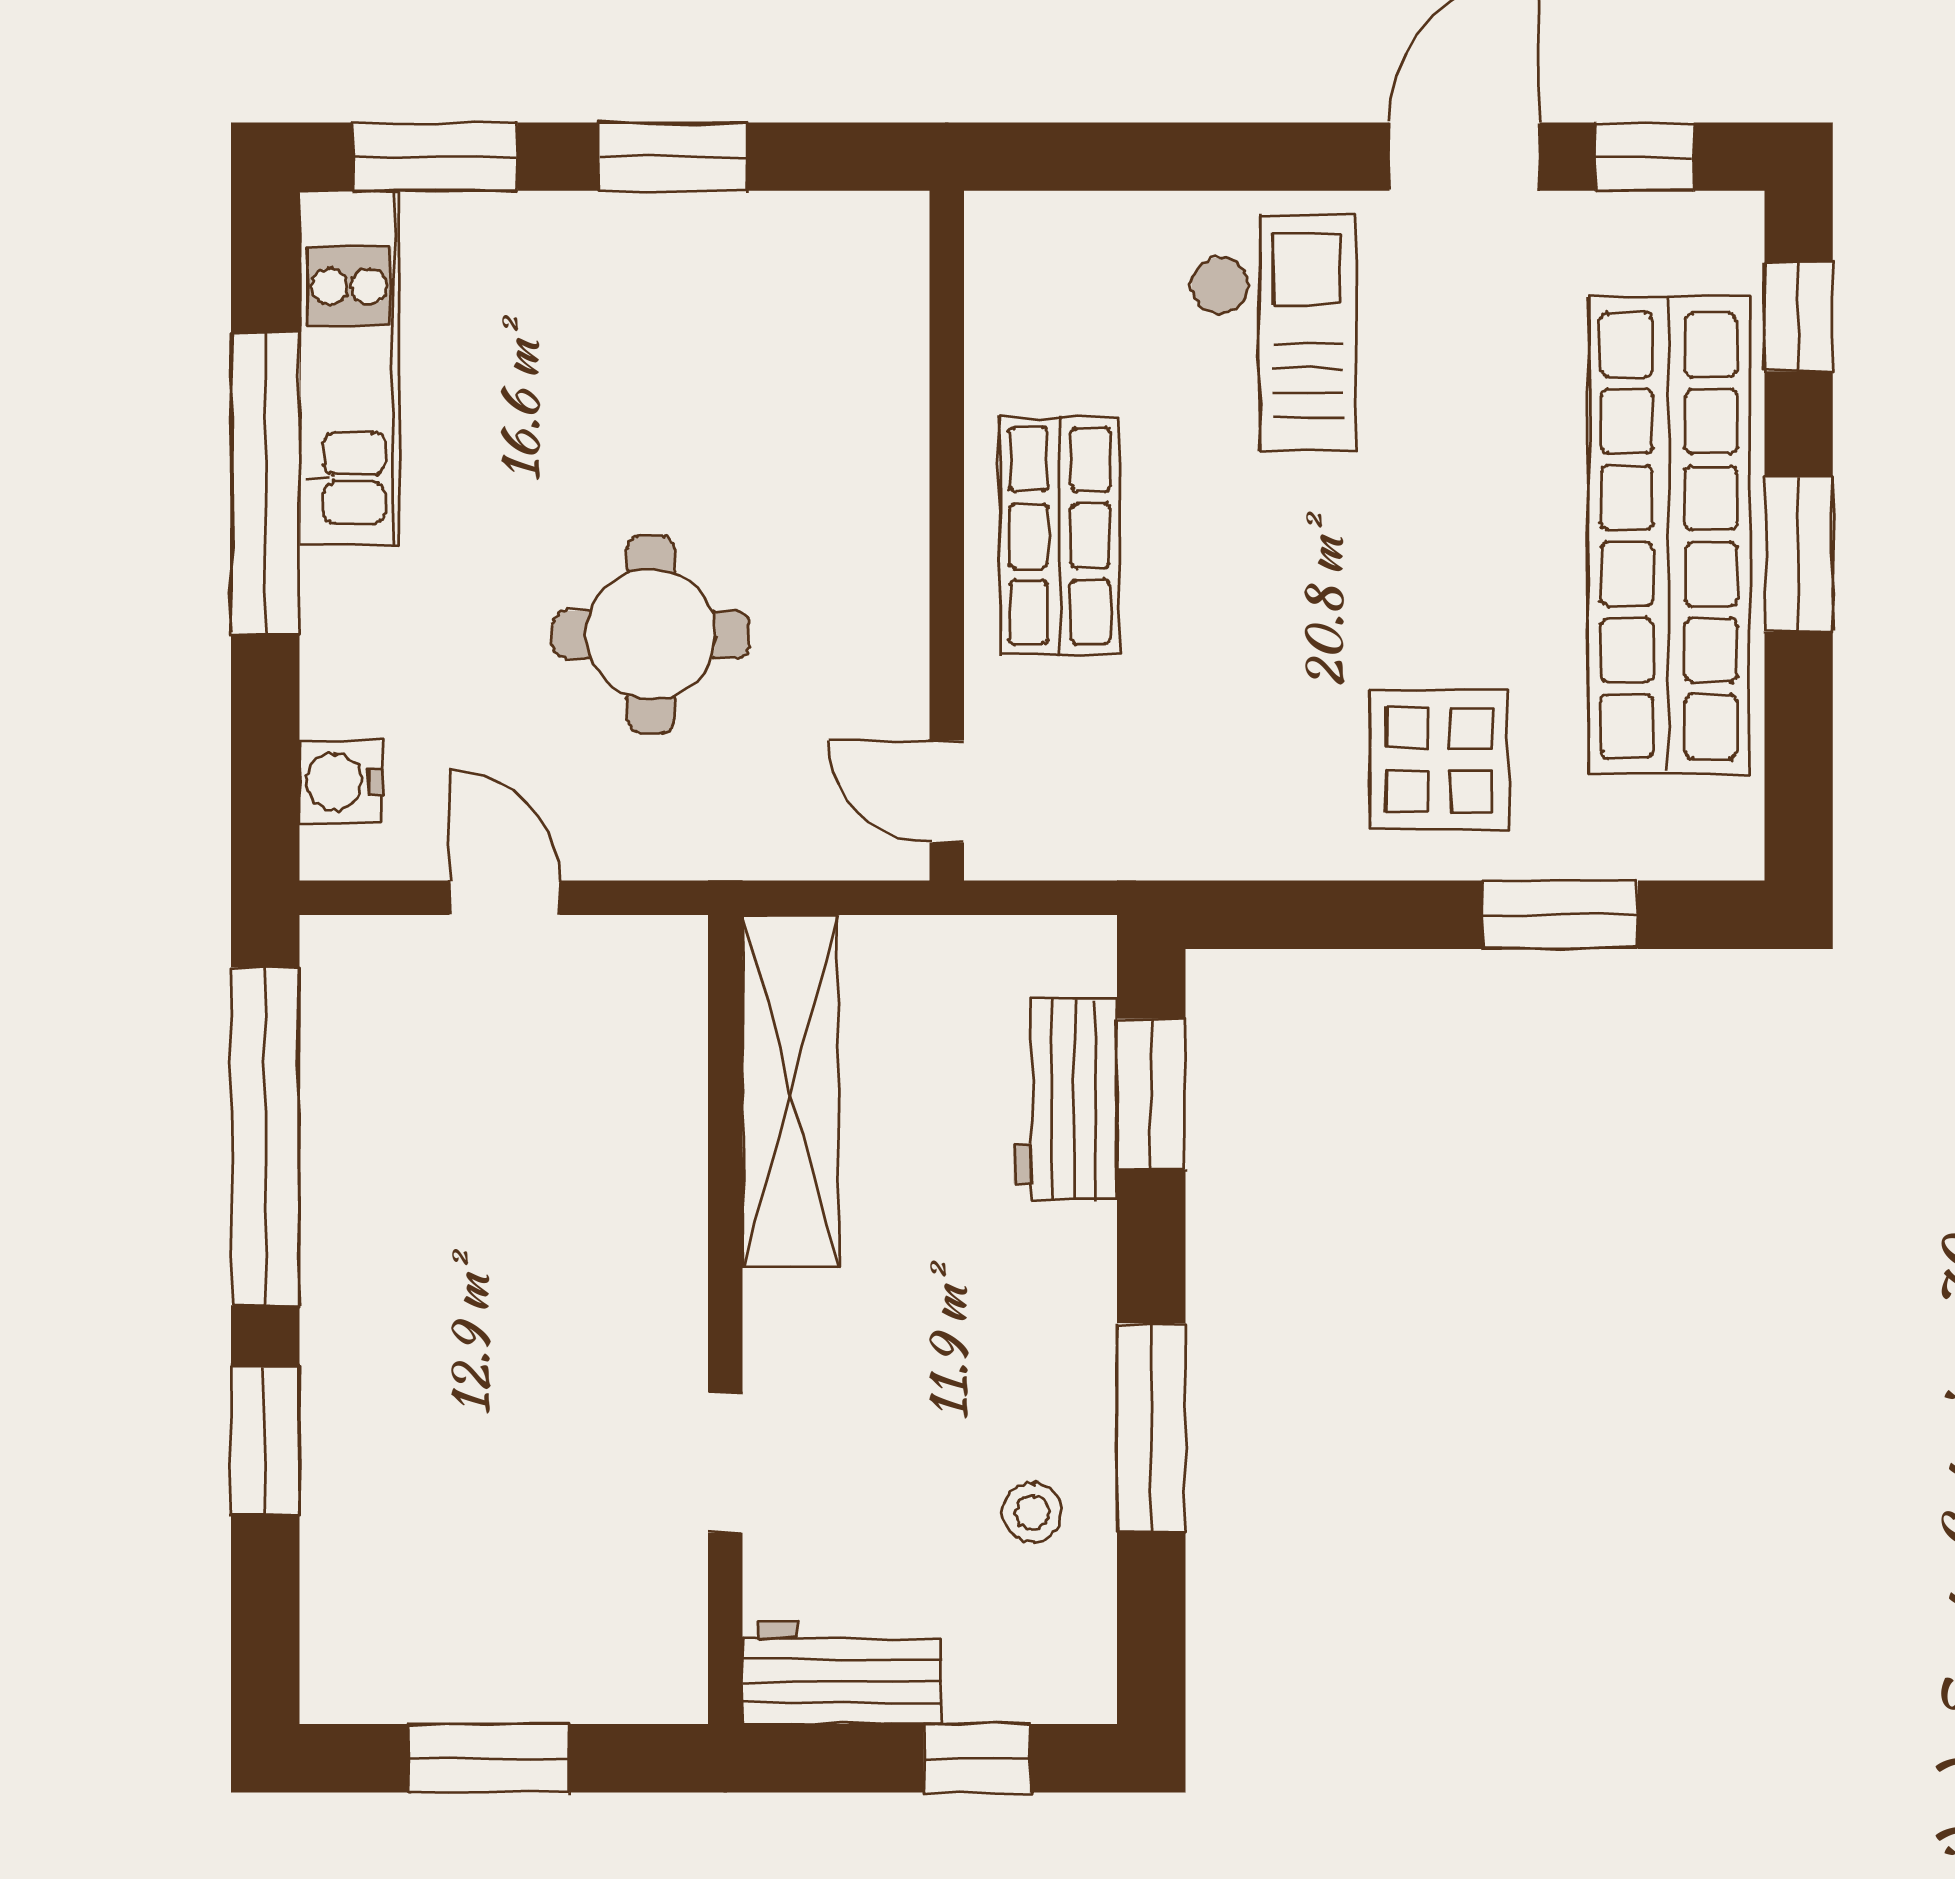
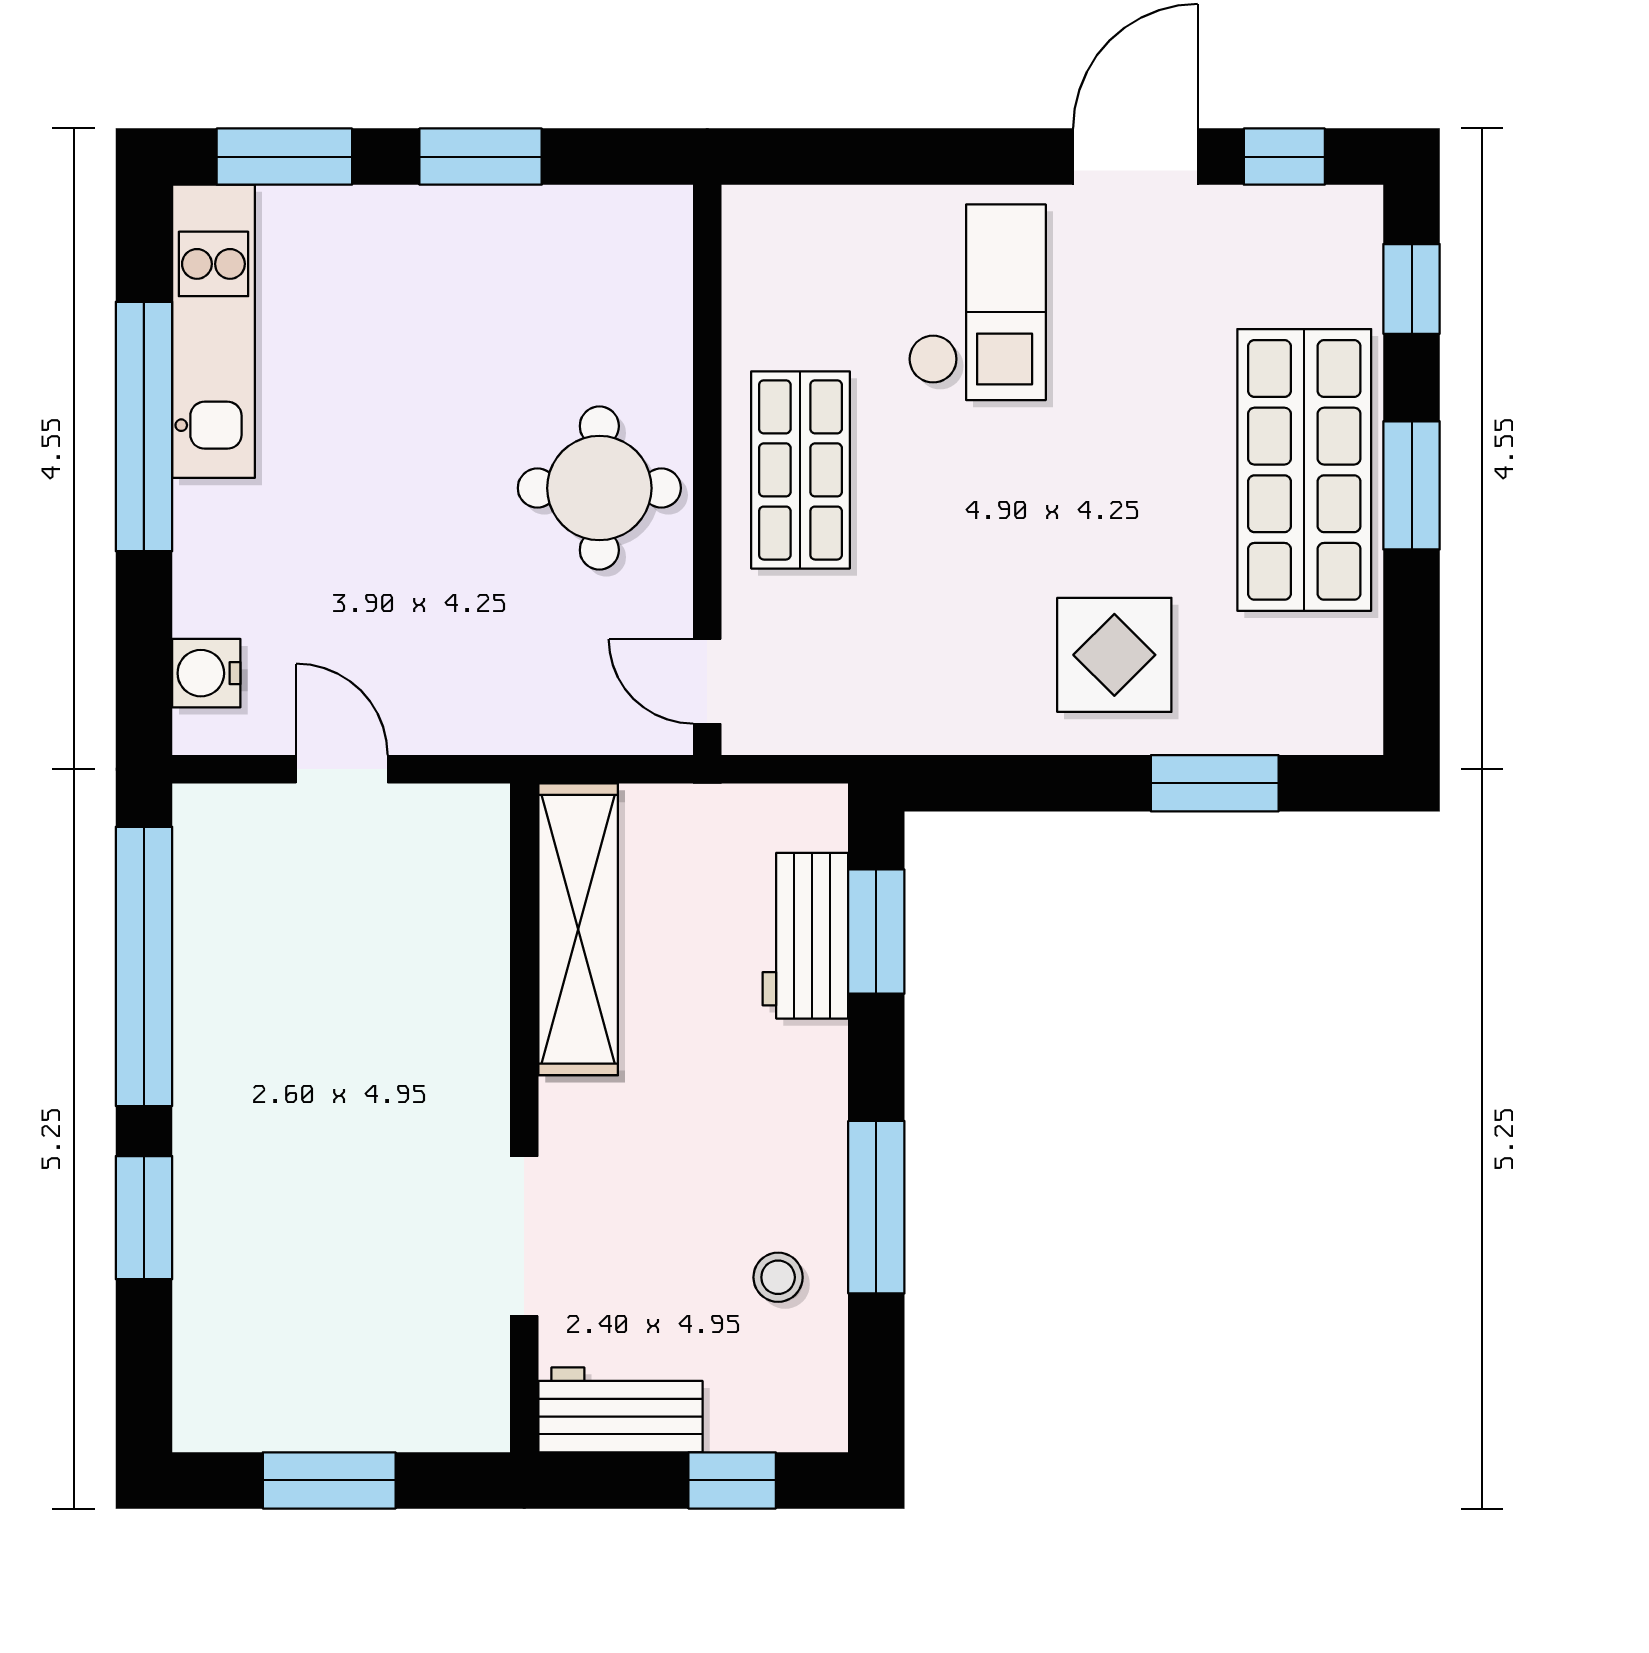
shop shelf: (1669, 536) -> (1304, 470), width x0.71
round table: (651, 635) -> (599, 488), moved
doorway: (725, 1463) -> (524, 1236), width x1.38

